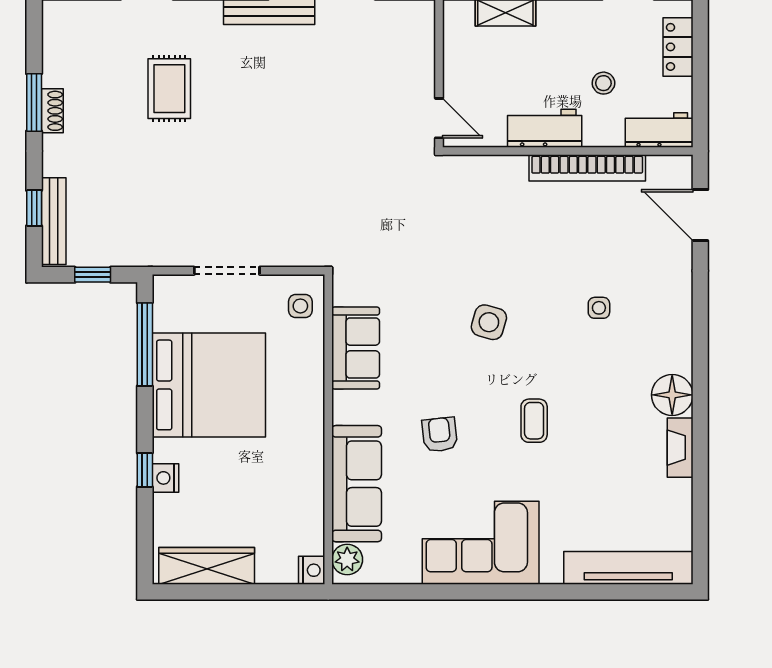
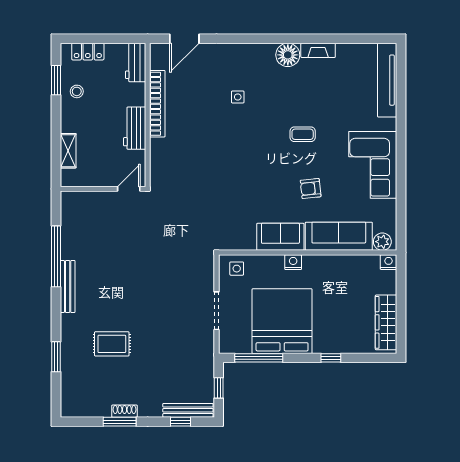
stool: (603, 83) -> (77, 91), moved
side table: (489, 322) -> (246, 160), removed
sofa: (356, 348) -> (280, 237), moved
nightstand: (165, 478) -> (293, 262), moved, turned 180

